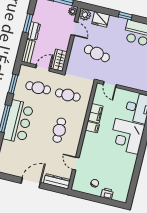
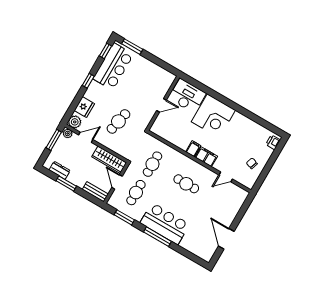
dresser: (34, 31) -> (60, 170), moved
wardrobe: (59, 60) -> (109, 160), width x1.50
door: (110, 84) -> (161, 105), moved
filing cabinet: (95, 113) -> (206, 157), moved
dresser: (57, 181) -> (238, 202), removed
door: (31, 183) -> (226, 239), moved
printer: (107, 194) -> (273, 142), moved

